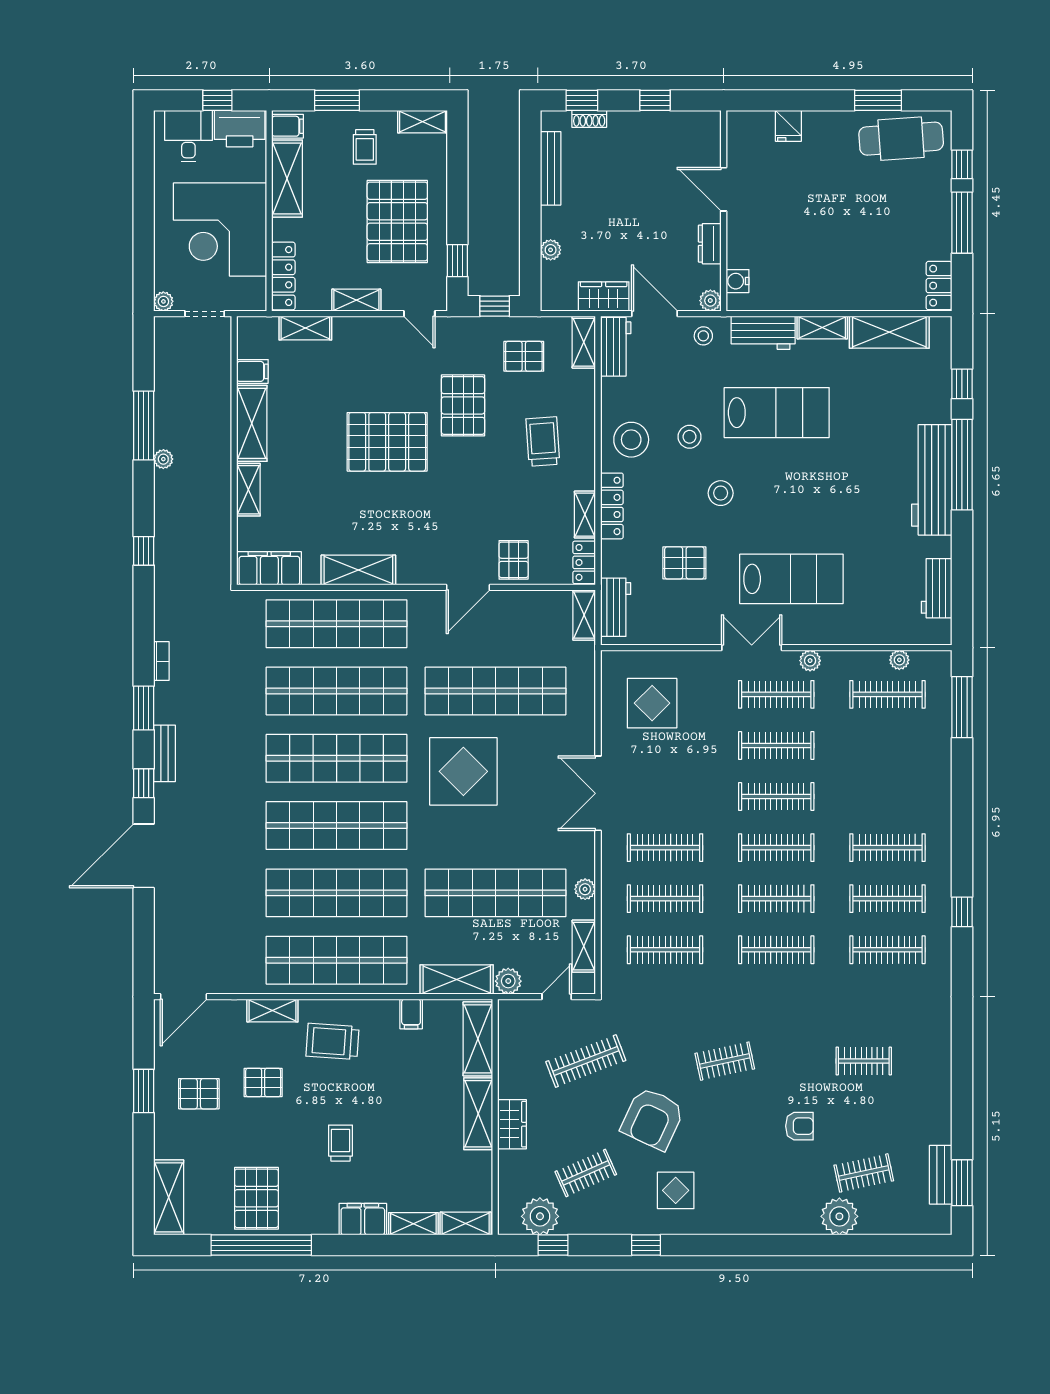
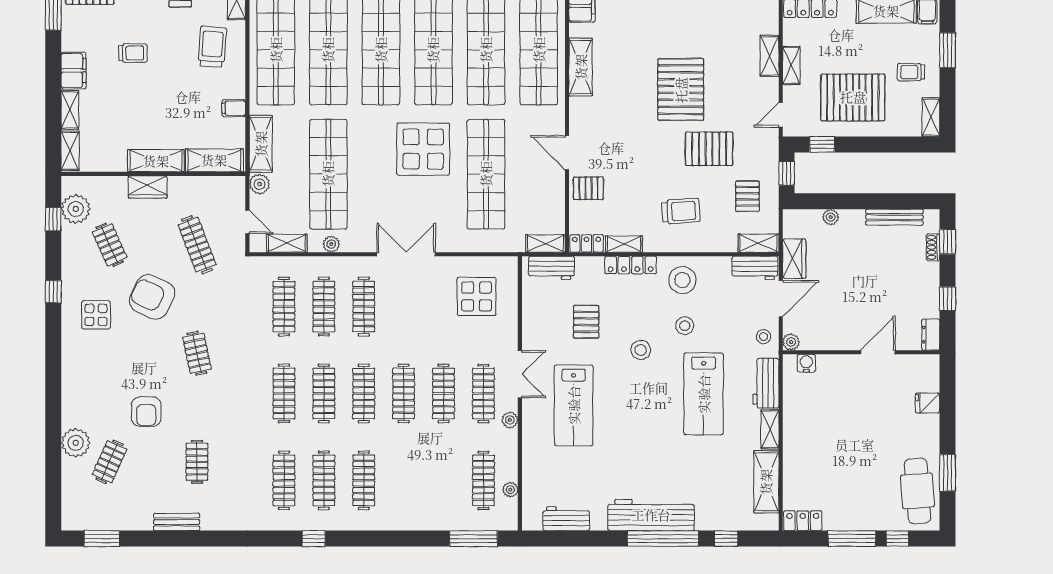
dresser: (710, 244) -> (931, 335), moved, turned -90
shelving: (305, 328) -> (770, 56), moved
armchair: (799, 1126) -> (146, 412), width x1.38, depth x1.38
clothes rail: (864, 1173) -> (110, 462), turned 36
bench: (941, 1175) -> (177, 522), moved

